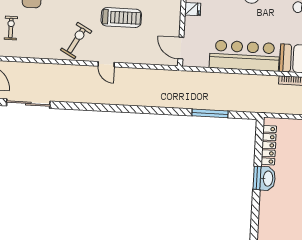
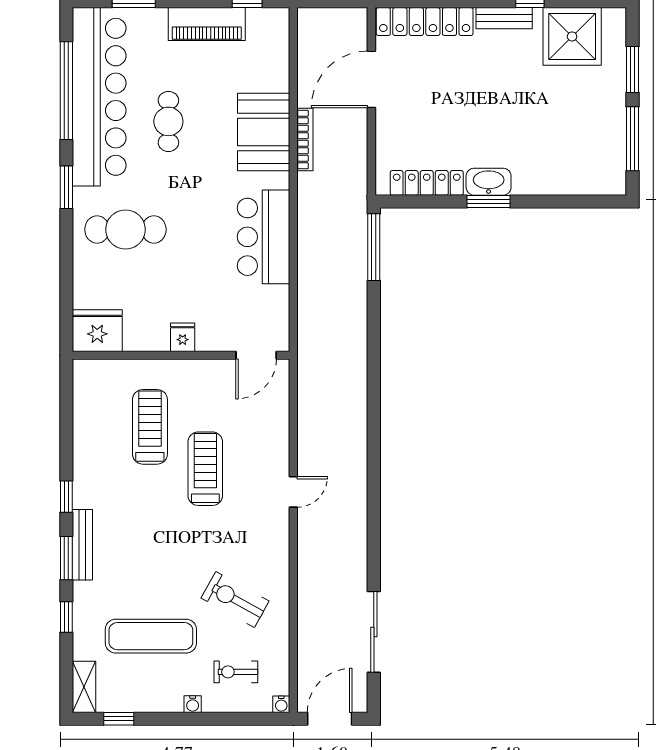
exercise bike: (76, 40) -> (235, 600), moved
bar counter: (244, 56) -> (264, 237), width x0.73
window: (210, 113) -> (374, 247), moved

